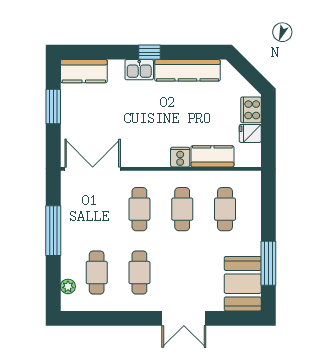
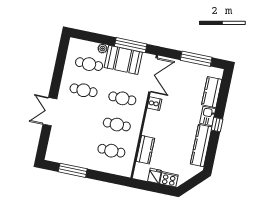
kitchen counter: (84, 71) -> (212, 92), moved
window: (53, 107) -> (196, 59), width x1.44
cooker: (180, 157) -> (154, 104), moved
window: (53, 231) -> (131, 45), moved
booth: (243, 284) -> (123, 60), moved
plant: (68, 286) -> (102, 49), moved

